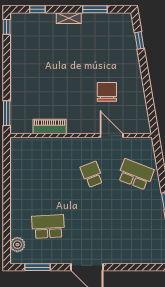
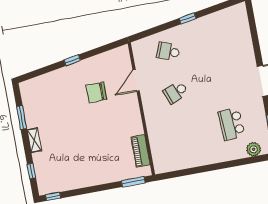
window: (139, 40) -> (72, 60), moved
piano: (50, 127) -> (140, 151), moved
school desk: (136, 174) -> (168, 51), width x0.54

